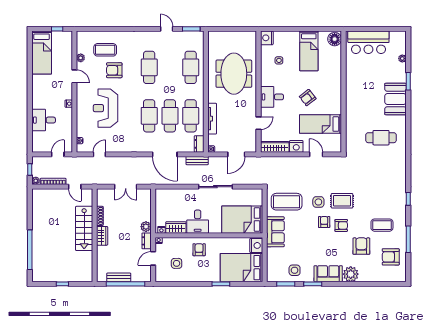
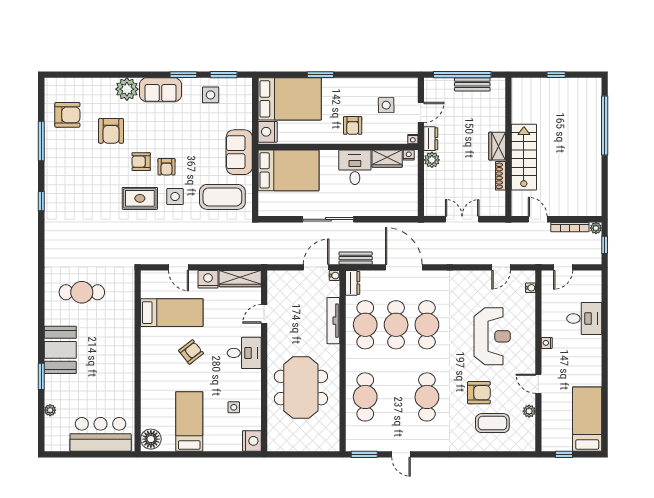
door: (236, 154) -> (316, 267), moved
coffee table: (382, 225) -> (80, 162), removed

